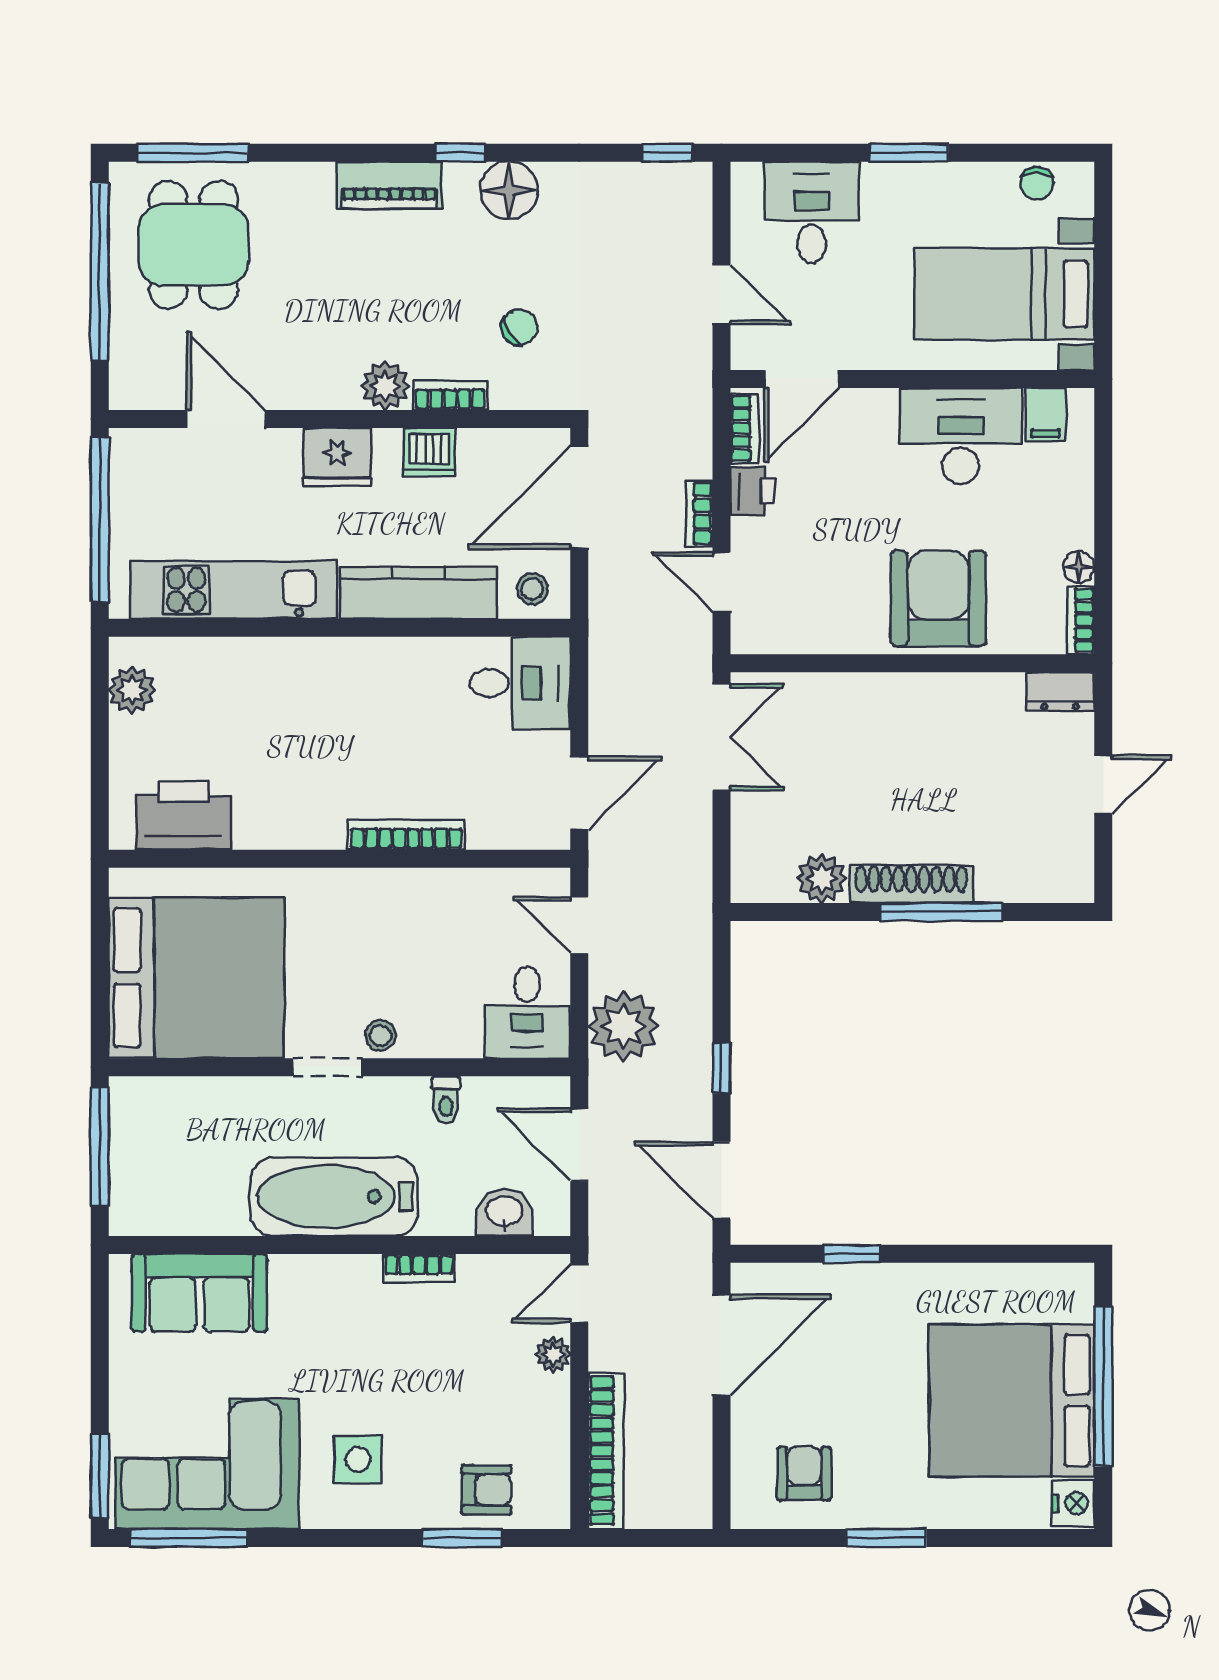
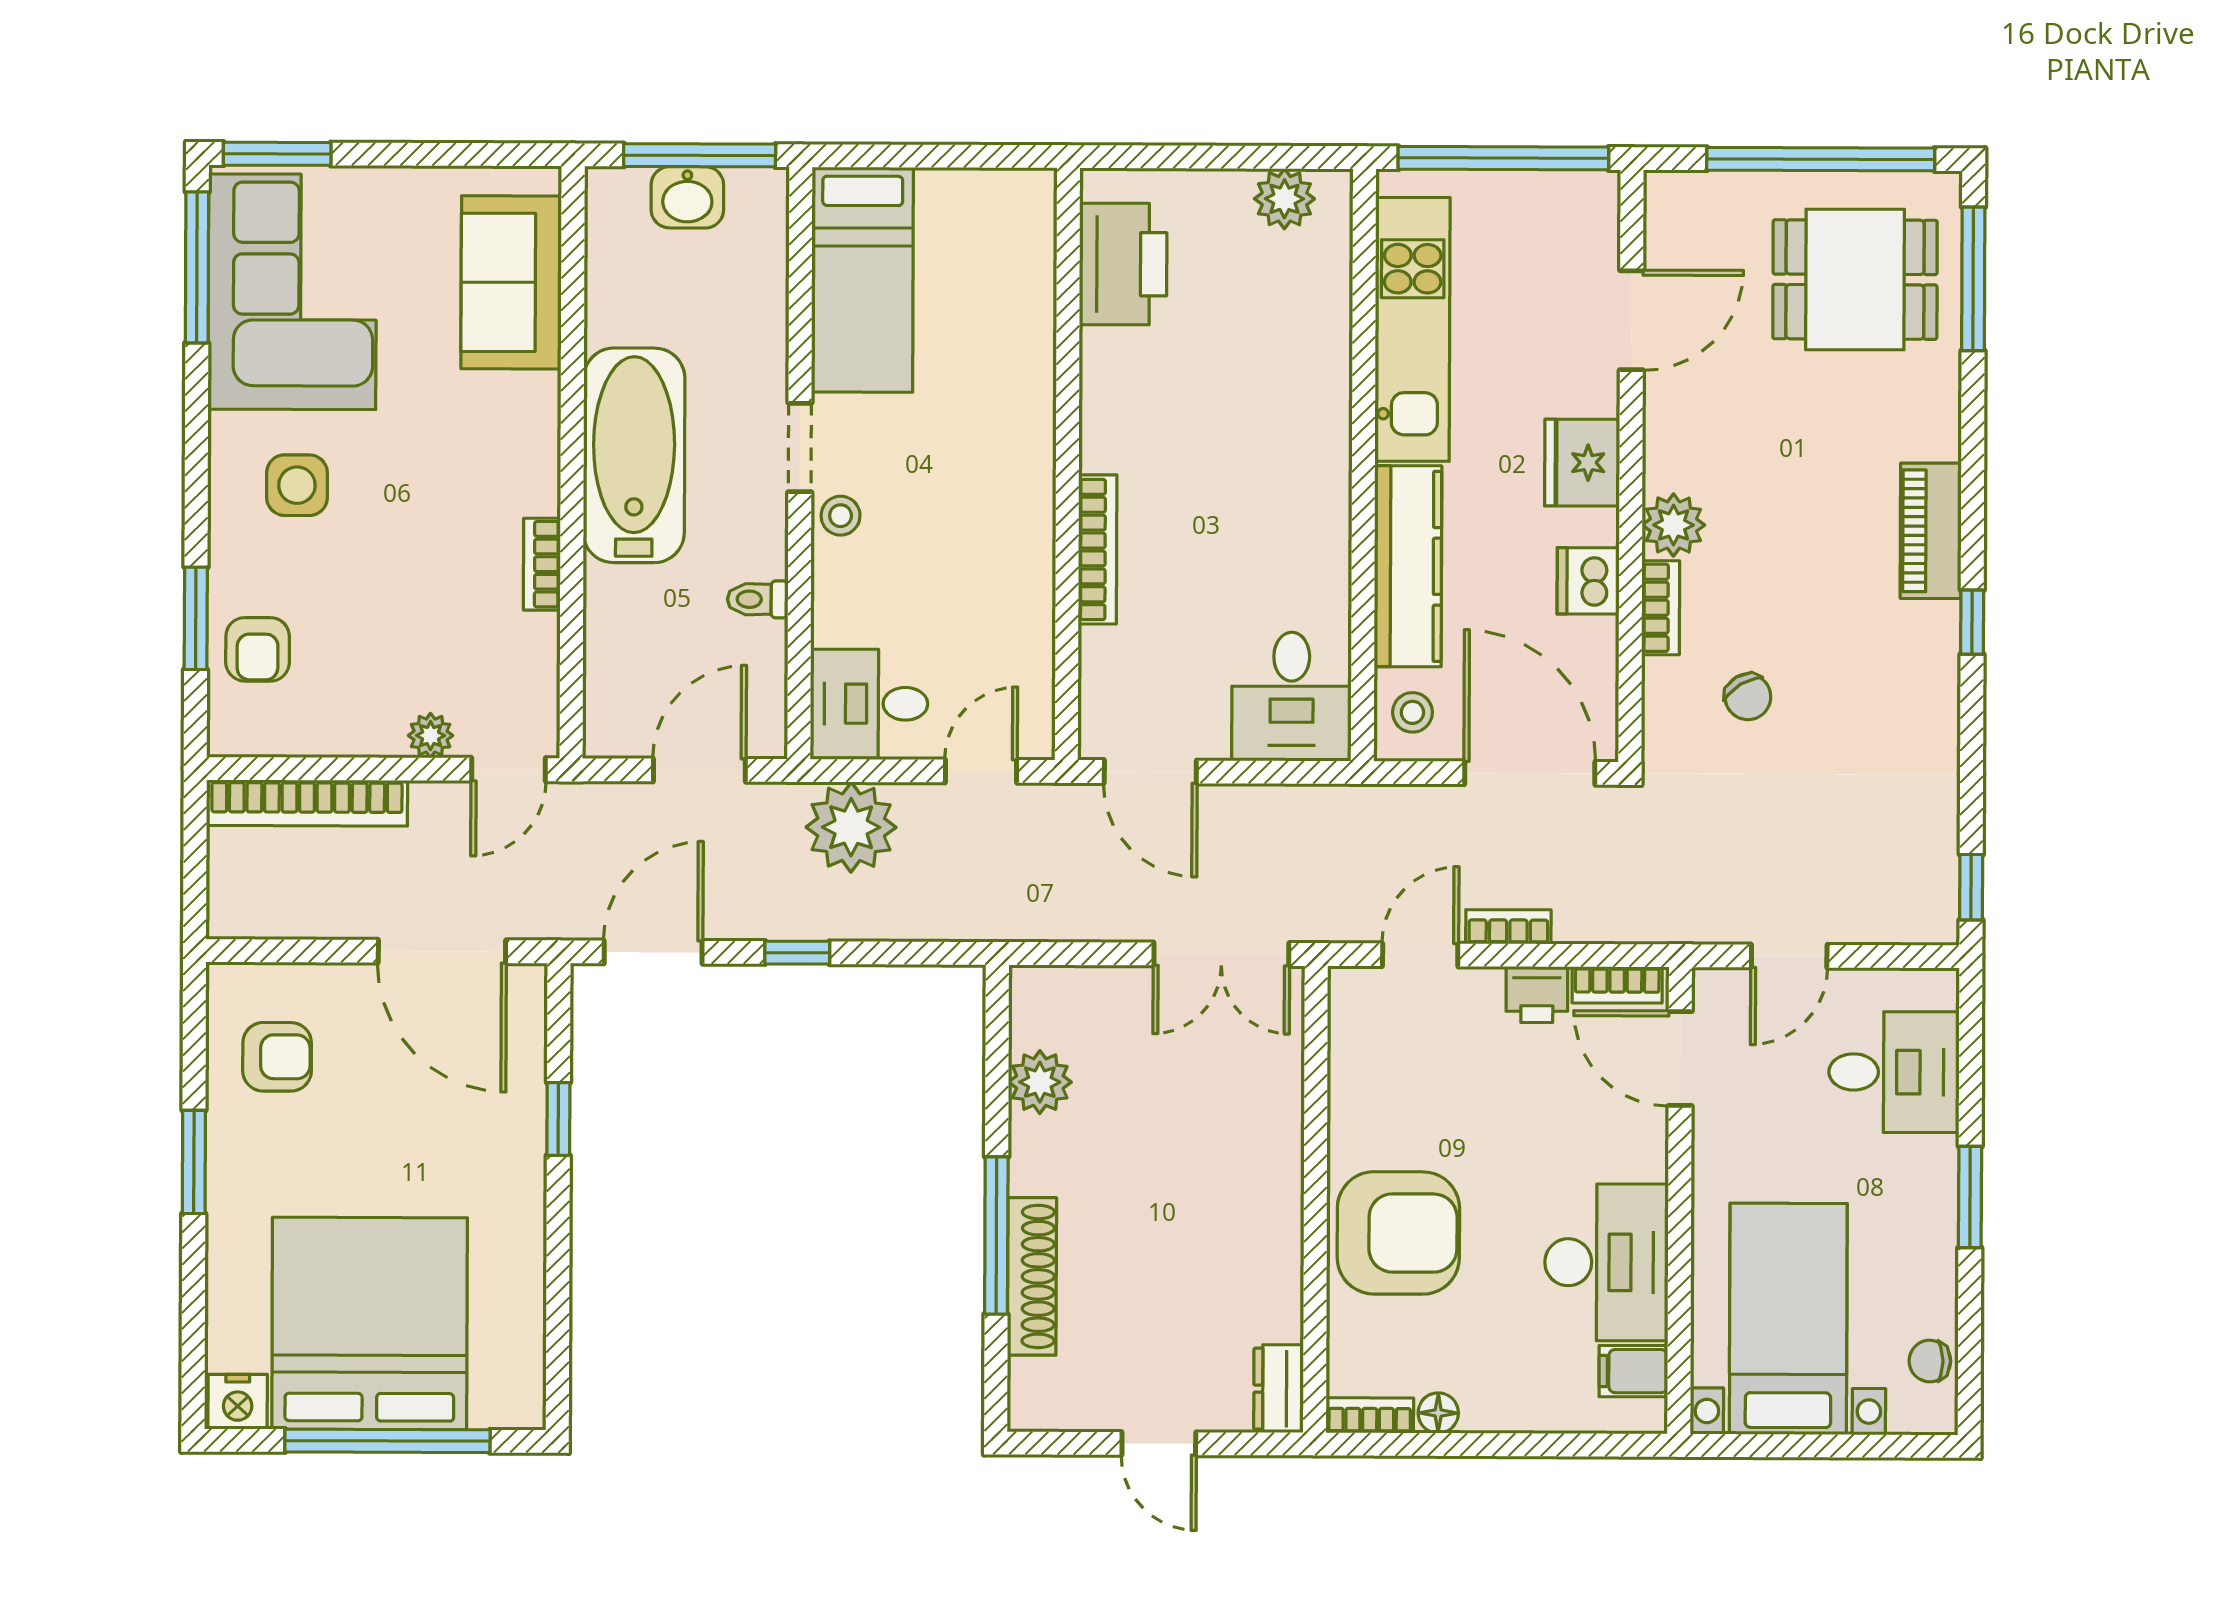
floor lamp: (509, 190) -> (1923, 684), removed
shoe rack: (911, 884) -> (1032, 1276), moved
bed: (196, 978) -> (862, 280), width x0.49
washbasin: (504, 1212) -> (687, 197), moved, turned 90
door: (579, 1294) -> (509, 769), swing flipped

